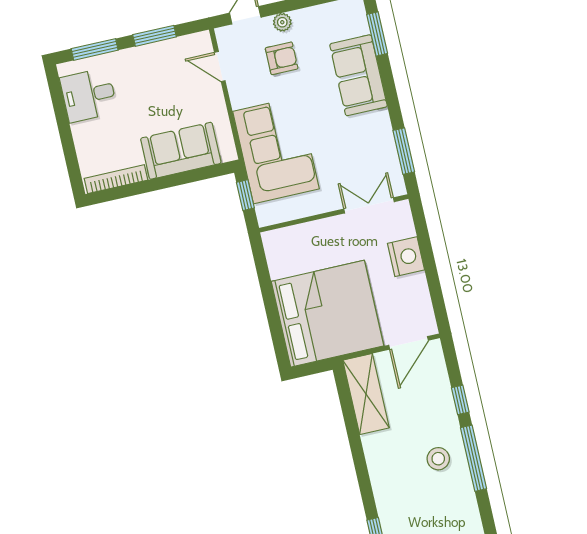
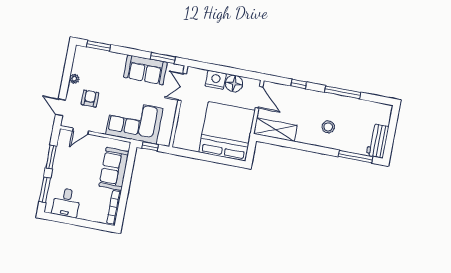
plant: (282, 22) -> (74, 79), moved
sofa: (358, 75) -> (145, 70), moved
floor lamp: (413, 290) -> (234, 84), added
window: (473, 458) -> (343, 92), moved
stool: (438, 459) -> (328, 127), moved

